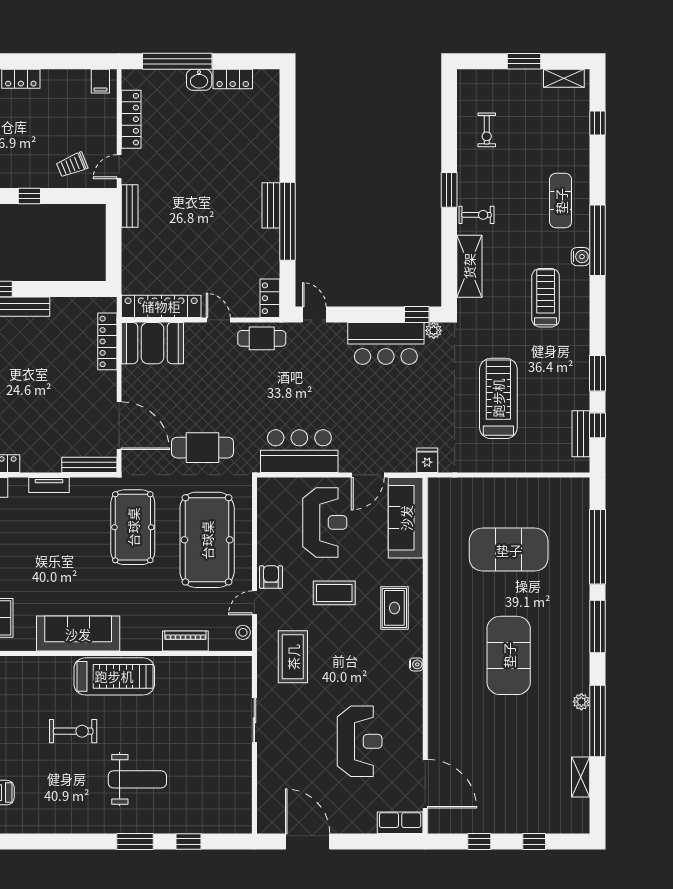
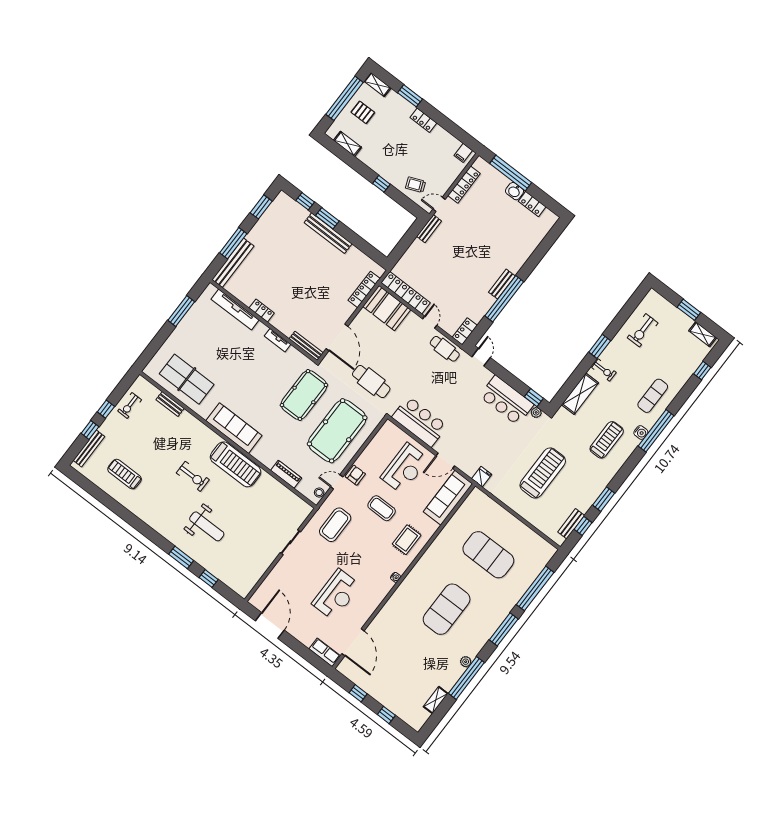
exercise bike: (487, 130) -> (643, 330), width x1.38, depth x1.39

